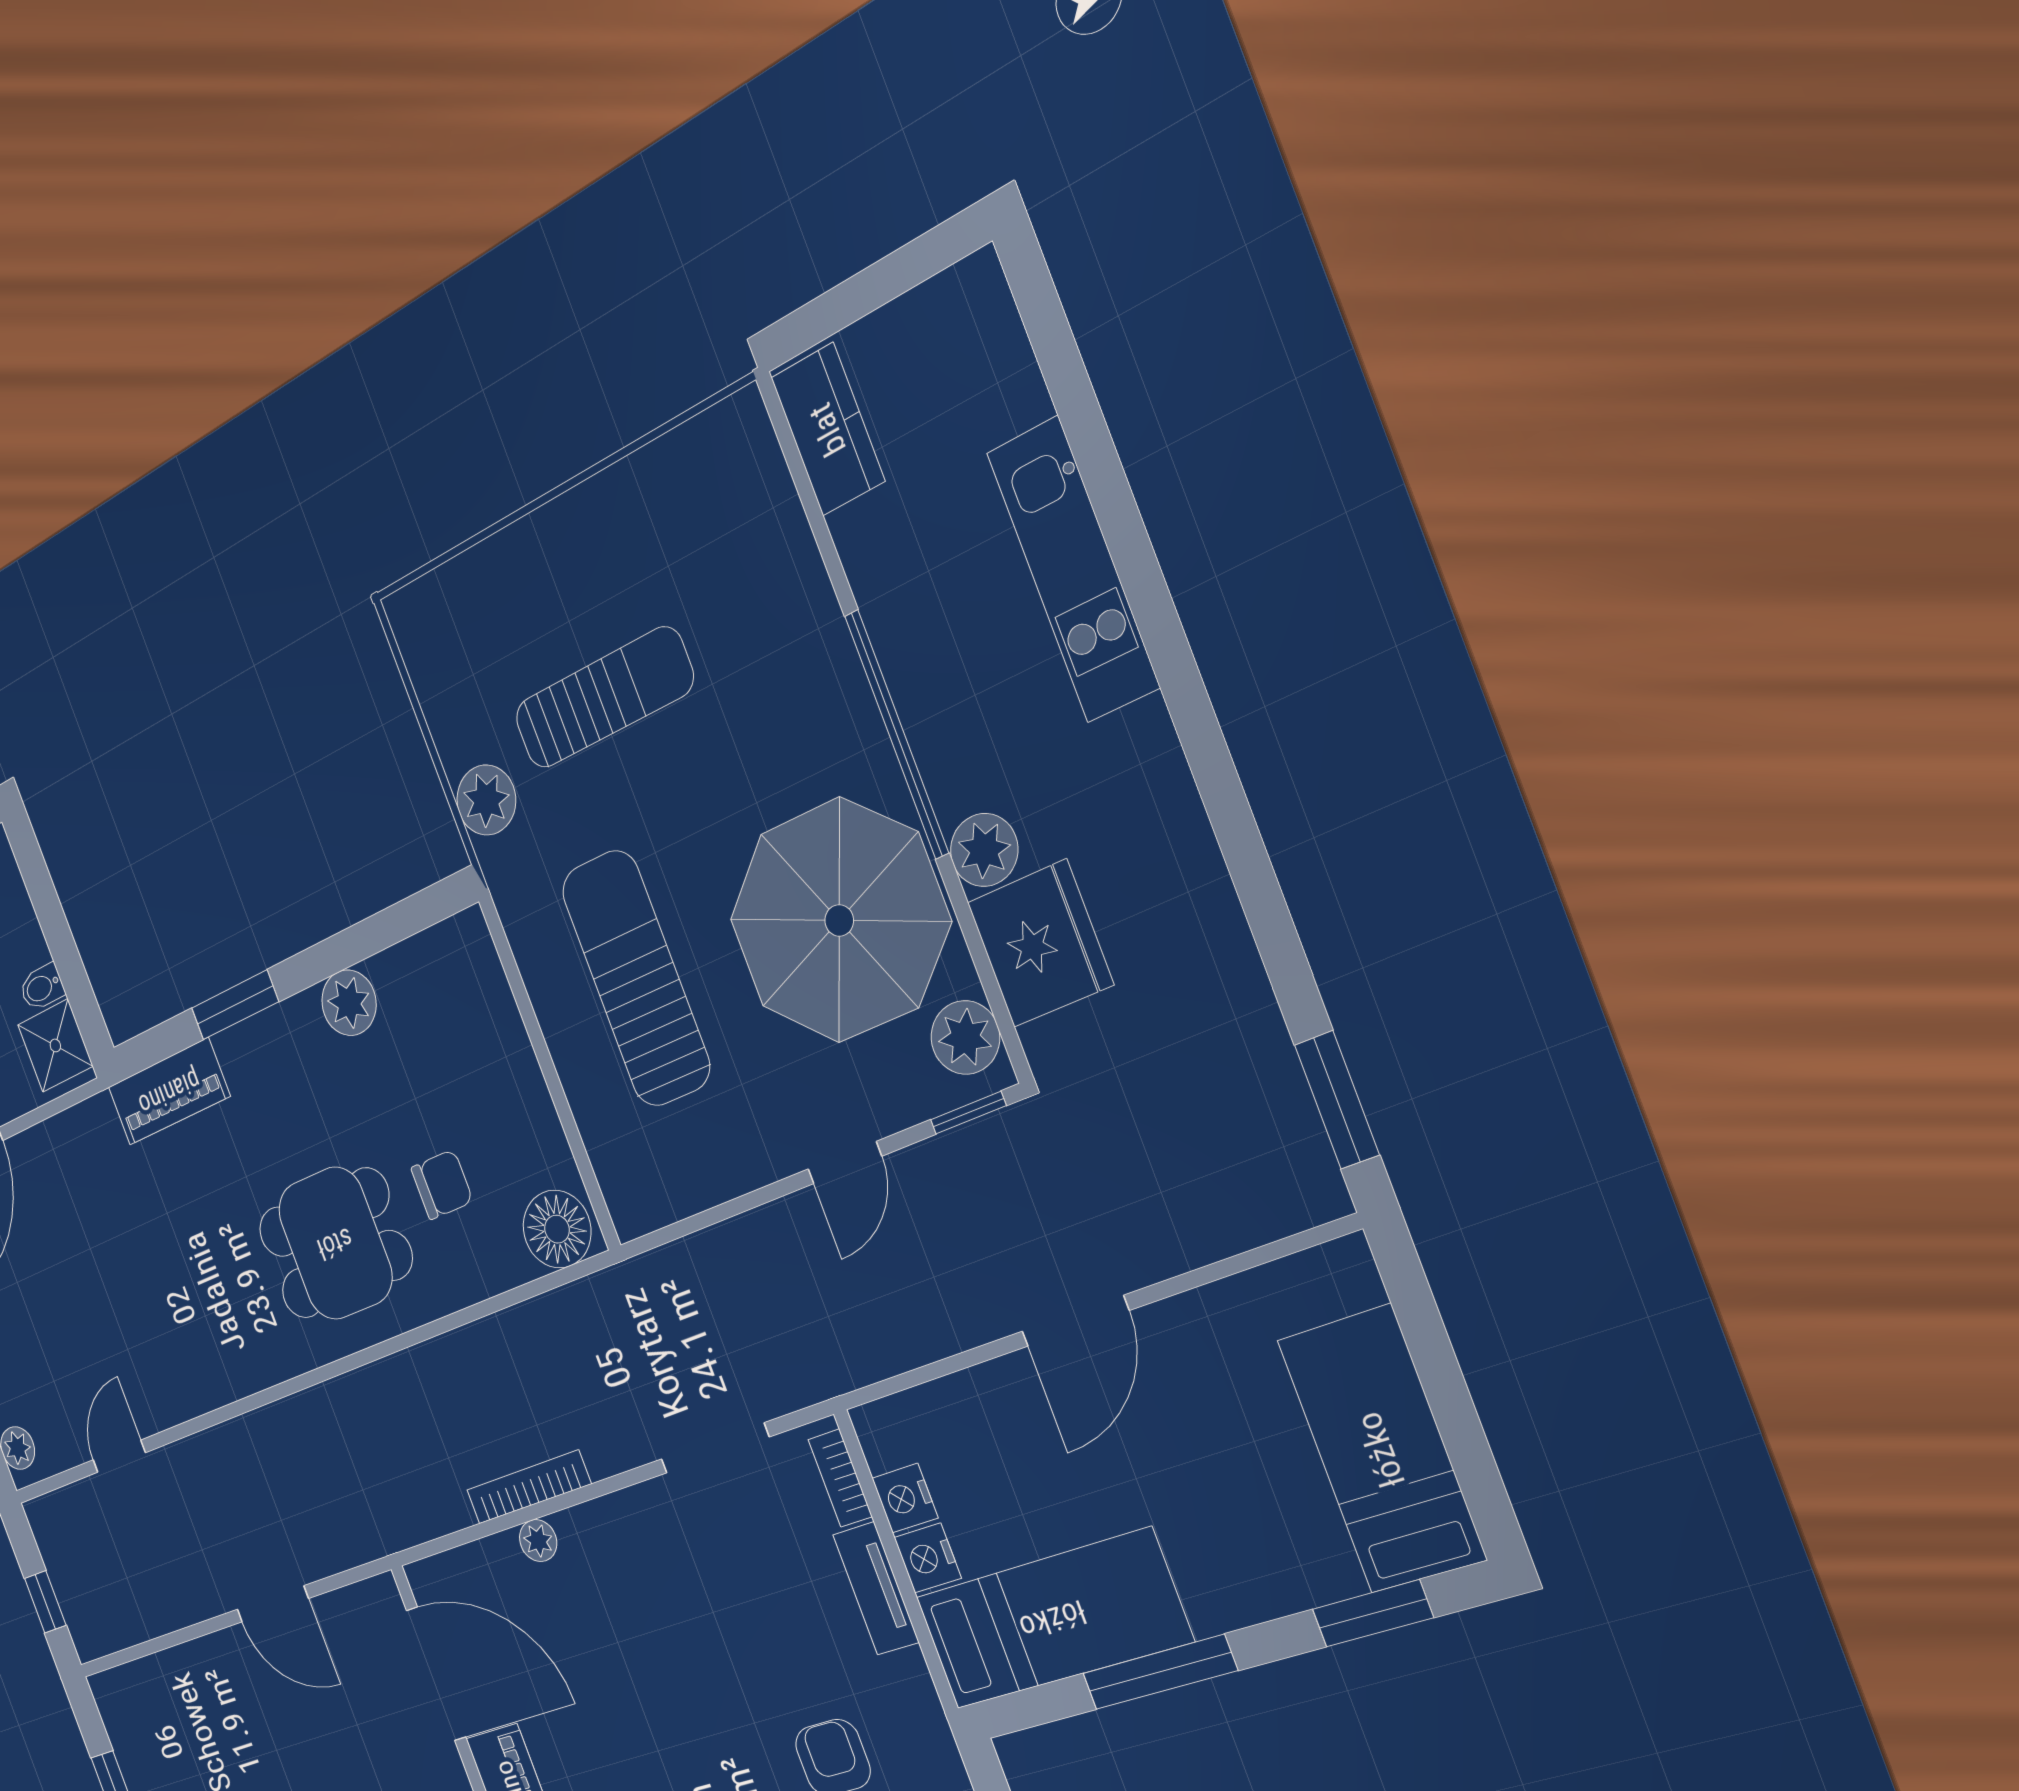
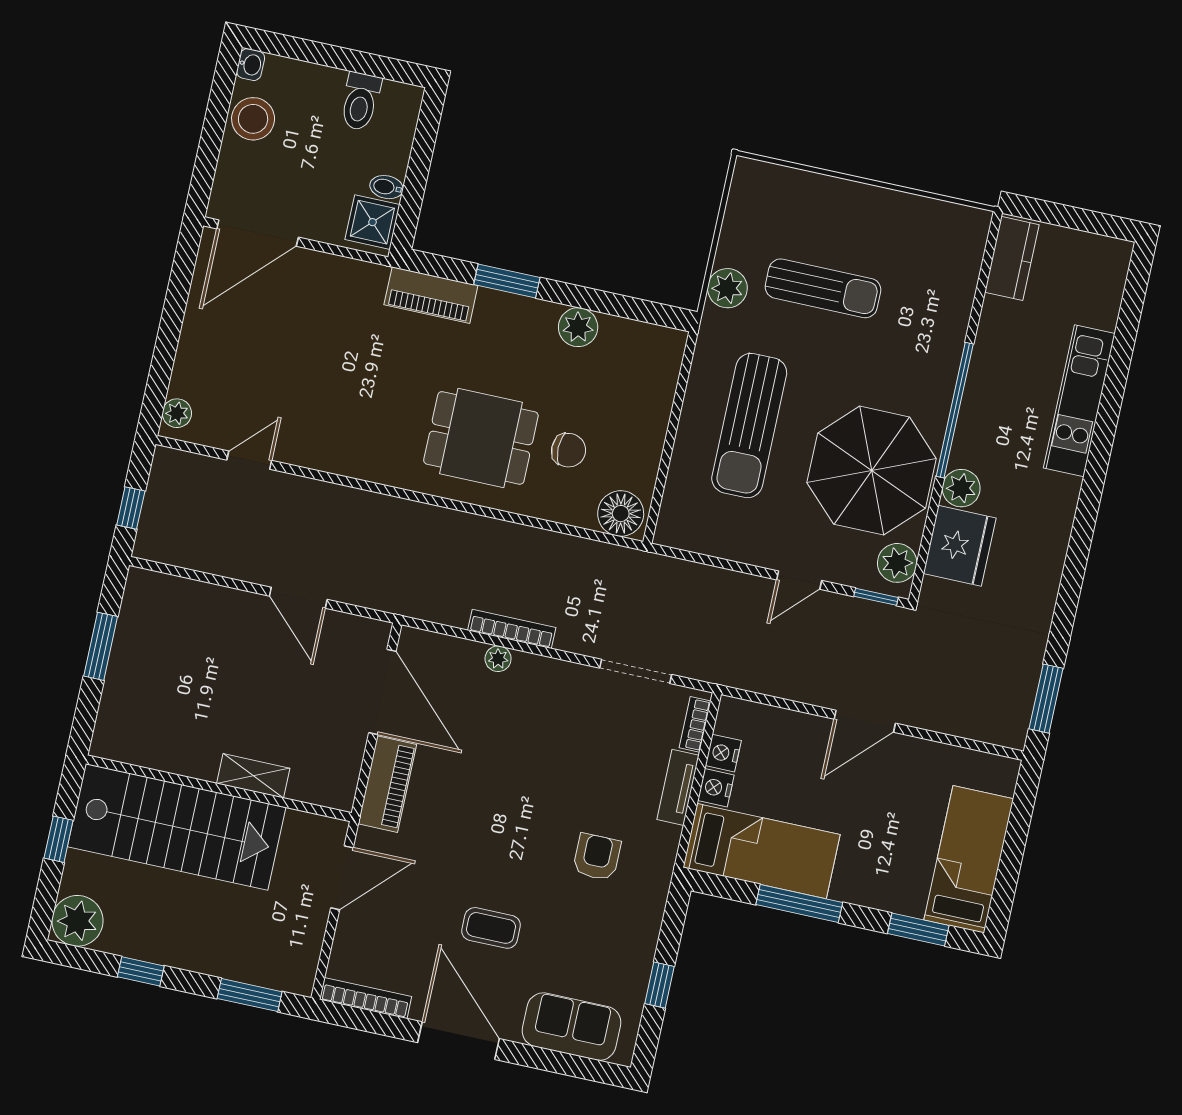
sun lounger: (636, 979) -> (749, 426), turned 180

